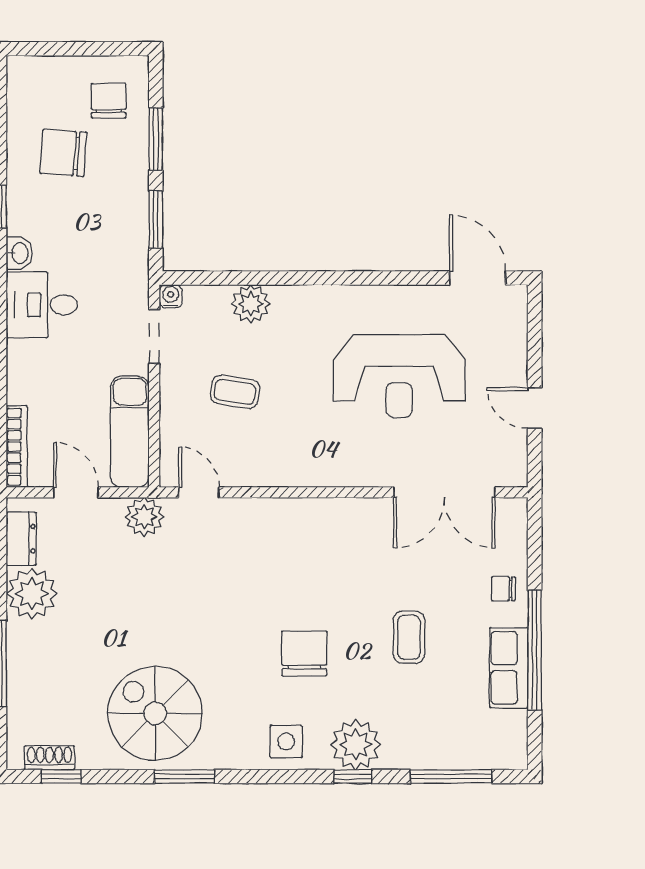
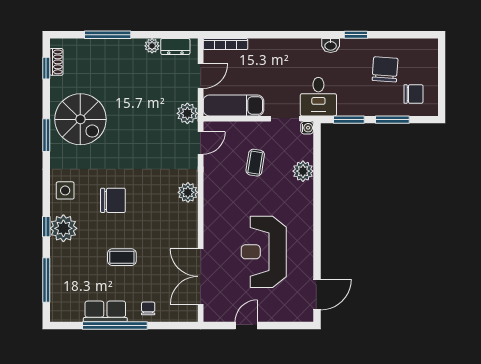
desk: (42, 305) -> (318, 97), moved, turned 180
plant: (290, 516) -> (188, 192), added
plant: (32, 594) -> (152, 46), width x0.53, depth x0.53
spiral stairs: (155, 713) -> (80, 119), turned 90

